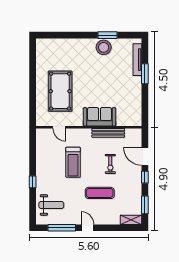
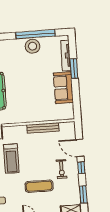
window: (108, 35) -> (35, 34), width x2.11
sofa: (100, 117) -> (63, 88), moved, turned -90
exercise bike: (110, 164) -> (62, 169), moved

